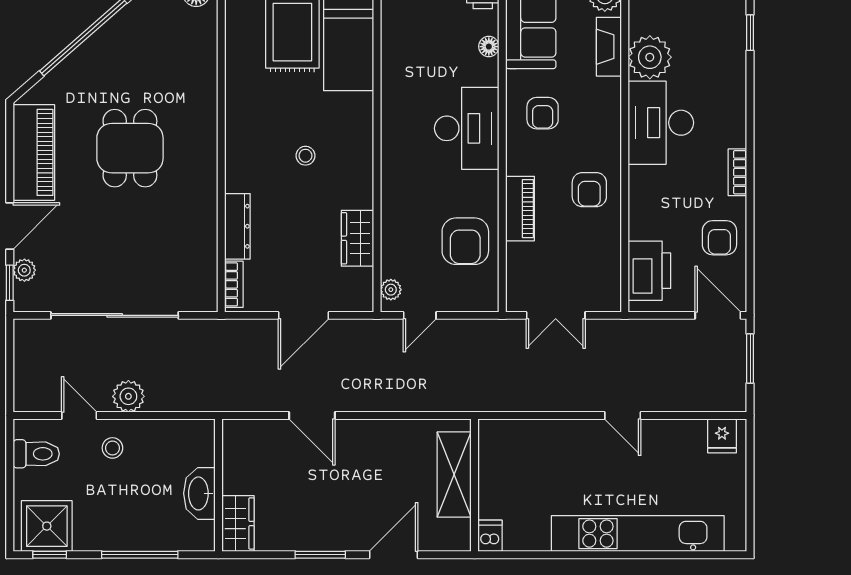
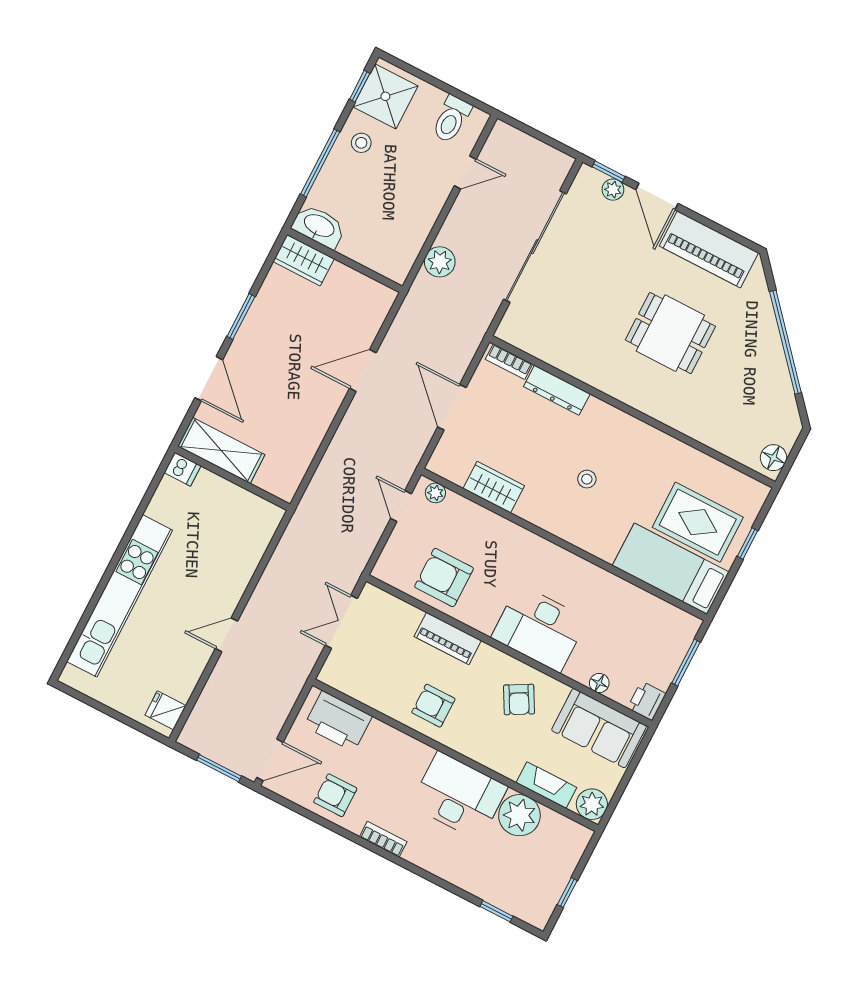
armchair: (543, 113) -> (519, 699), turned -119
plant: (128, 396) -> (440, 262), moved
stool: (112, 448) -> (361, 143), moved
shelving: (454, 475) -> (221, 450), moved
washbasin: (199, 493) -> (319, 226), moved

